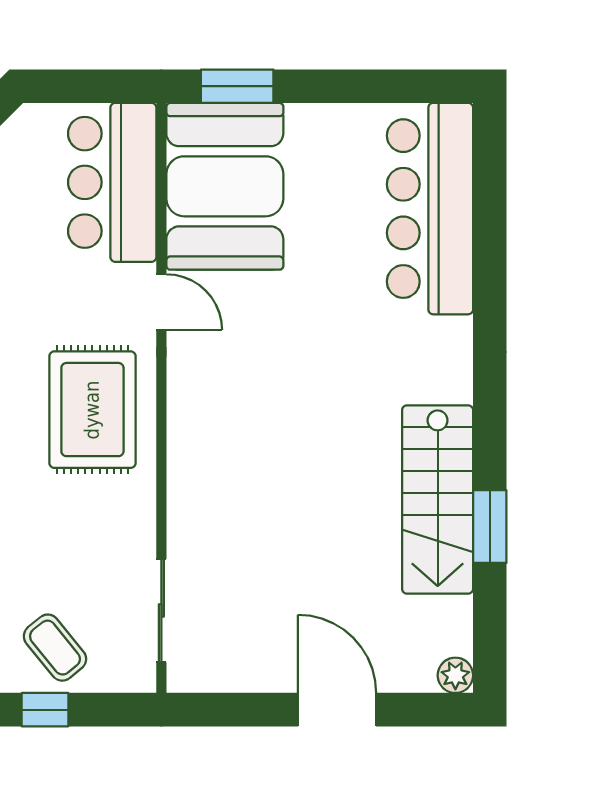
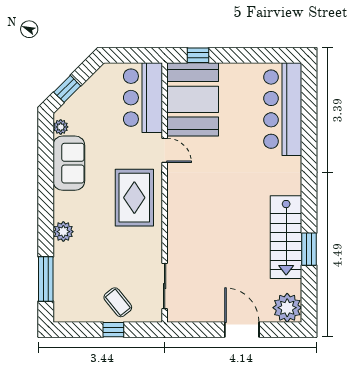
window: (237, 86) -> (198, 55), width x0.67
plant: (455, 675) -> (287, 308), width x1.88, depth x1.88

